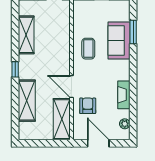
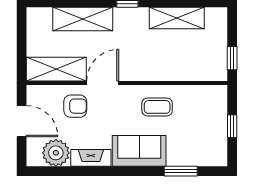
sofa: (119, 41) -> (139, 151), moved
plant: (125, 124) -> (56, 153), width x1.87, depth x1.87
door: (98, 143) -> (22, 121), hinge flipped

